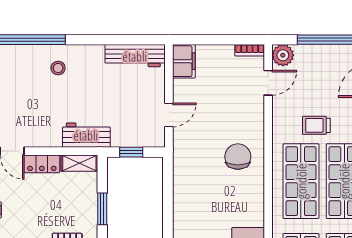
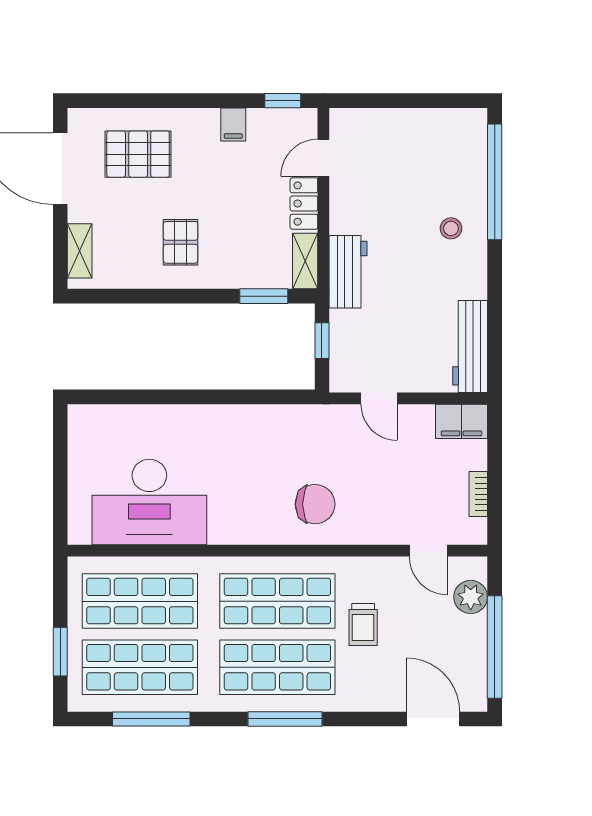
bookcase: (250, 50) -> (478, 494), moved
plant: (283, 55) -> (471, 597), moved
trolley: (316, 125) -> (363, 624), turned 180
window: (102, 209) -> (264, 296), moved

